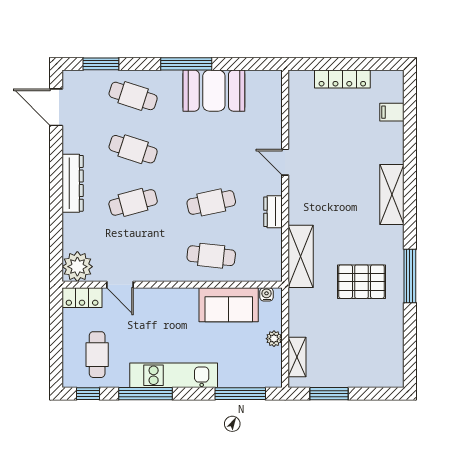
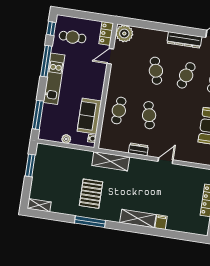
filing cabinet: (392, 112) -> (161, 222), moved
dresser: (73, 183) -> (184, 40), moved
shelving: (297, 357) -> (39, 205), moved

